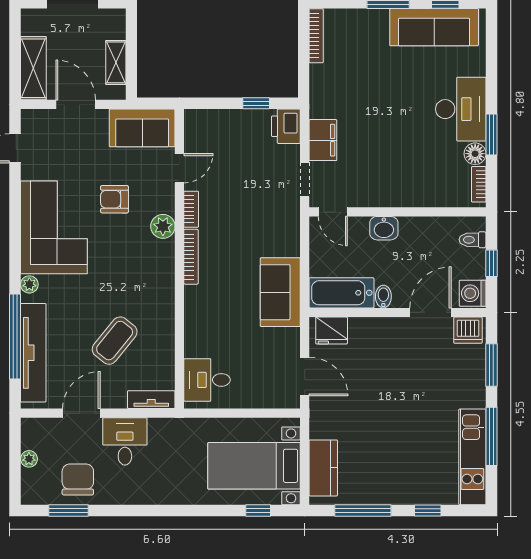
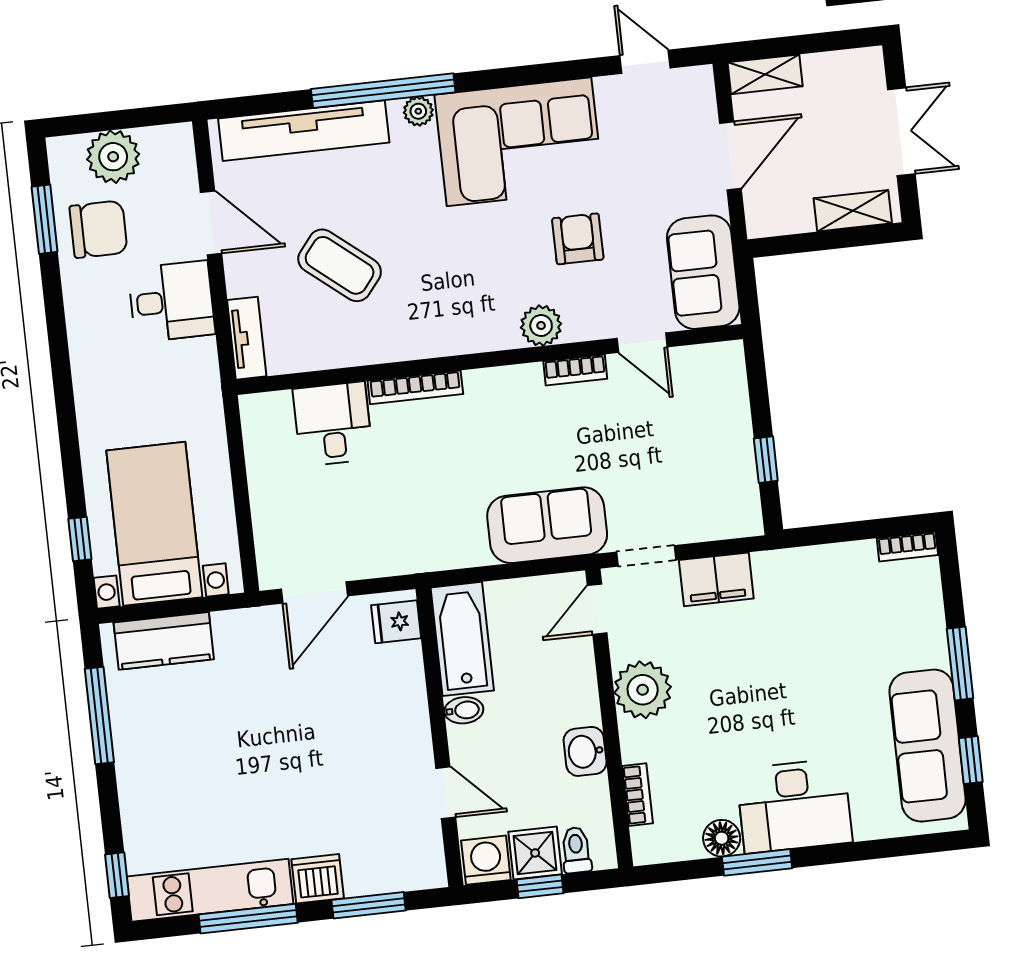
bookcase: (316, 36) -> (907, 547), width x0.64
shelving: (116, 62) -> (853, 211), moved
shelving: (33, 68) -> (765, 74), width x0.67, depth x0.75
printer: (286, 126) -> (733, 514), removed
bookcase: (479, 184) -> (637, 795), moved, turned 90
plant: (383, 190) -> (643, 690), added
washbasin: (384, 228) -> (585, 751), moved
bookcase: (191, 257) -> (415, 387), moved
shower: (472, 264) -> (535, 853), added
sofa: (280, 292) -> (547, 525), moved
door: (430, 312) -> (446, 793), width x0.73
dishwasher: (468, 330) -> (318, 879), moved, turned 90
fridge: (332, 331) -> (396, 622), width x0.72
window: (15, 337) -> (383, 91), moved
desk: (207, 380) -> (333, 424), moved
plant: (29, 459) -> (113, 157), width x1.88, depth x1.88
window: (428, 510) -> (117, 875), moved

